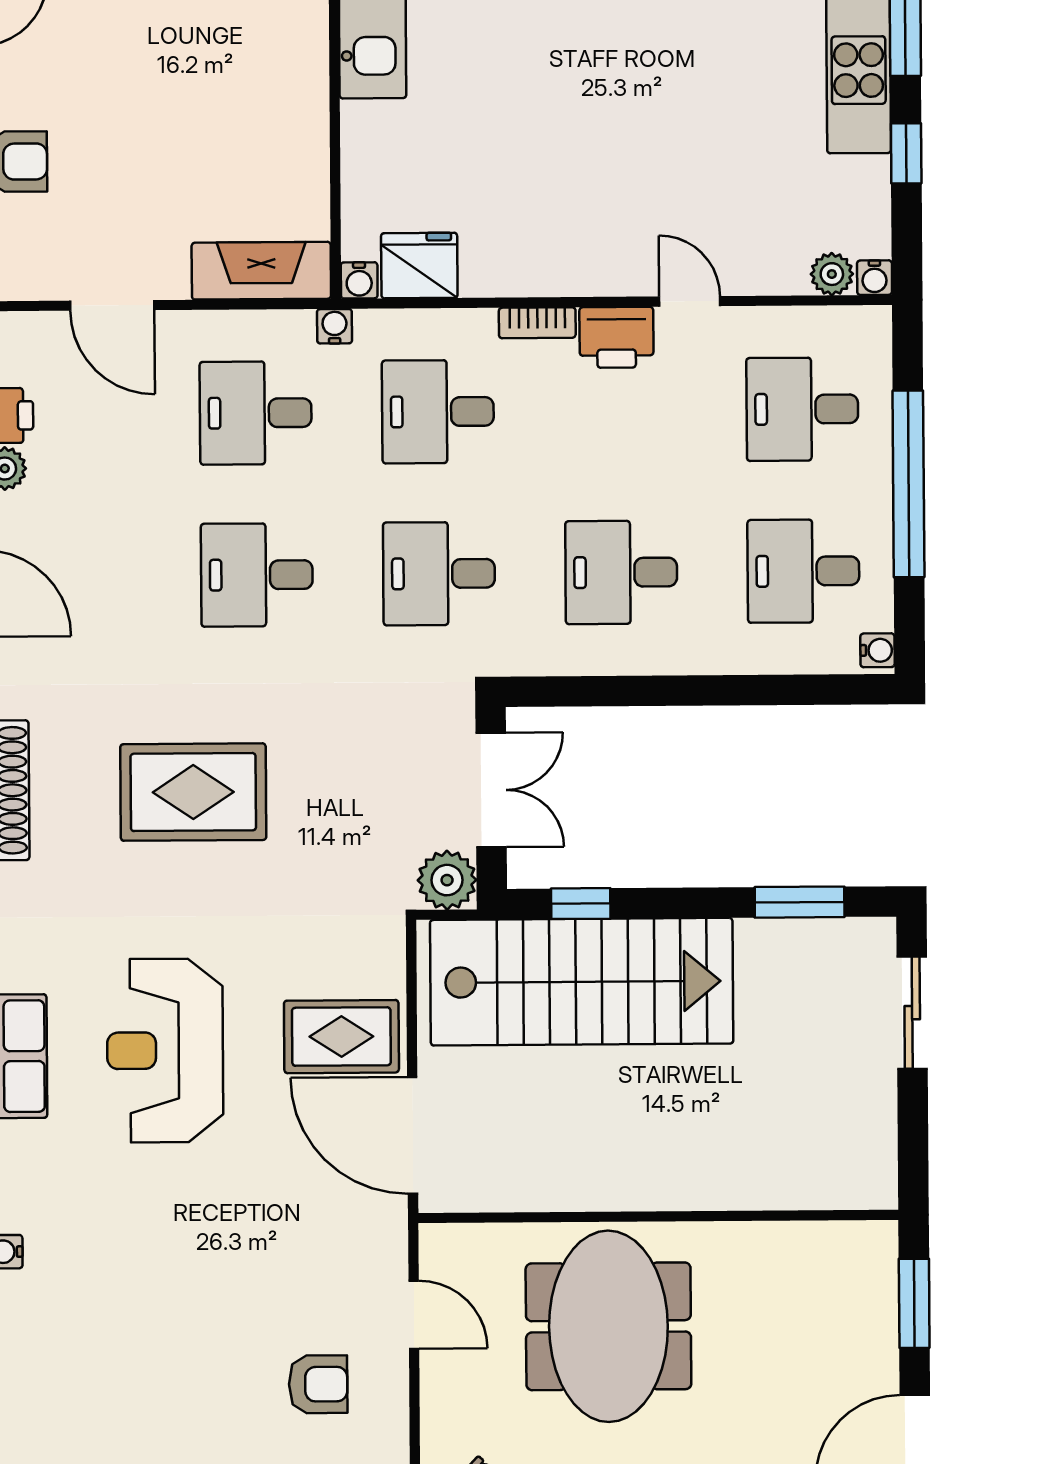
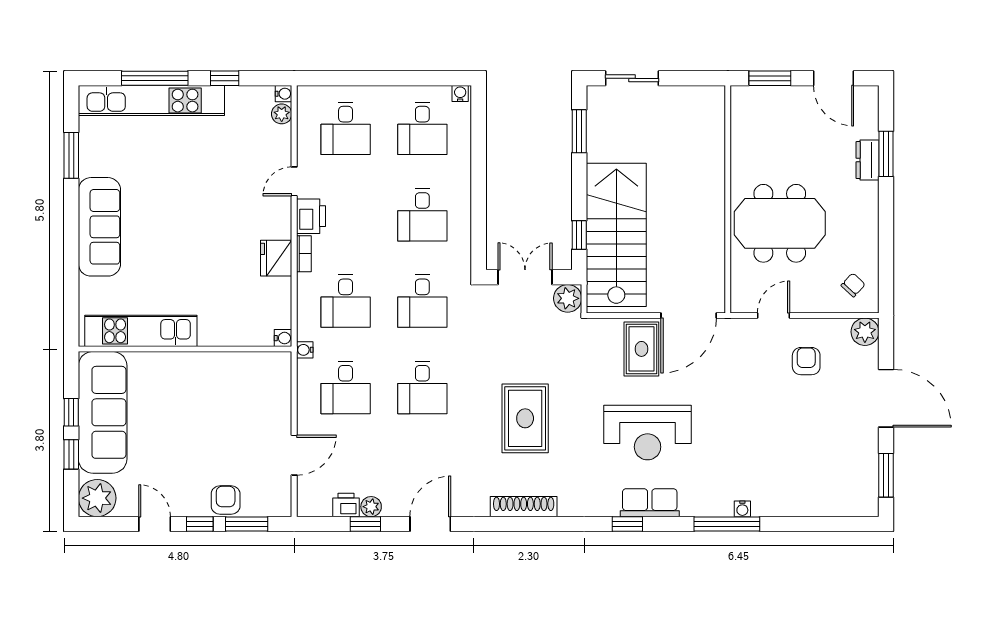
fridge: (419, 265) -> (276, 258), moved
fireplace: (261, 271) -> (278, 384), removed
window: (908, 484) -> (381, 78), removed

